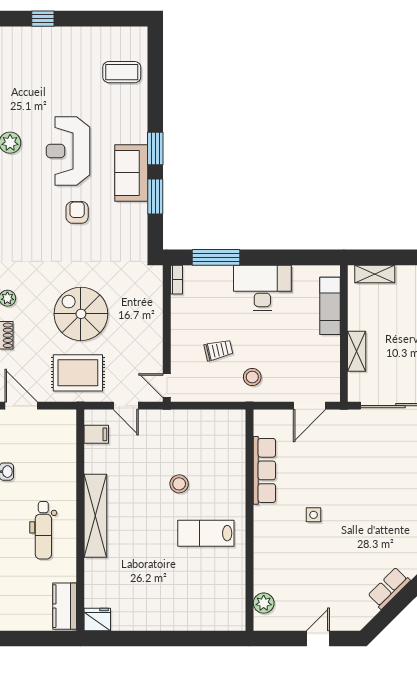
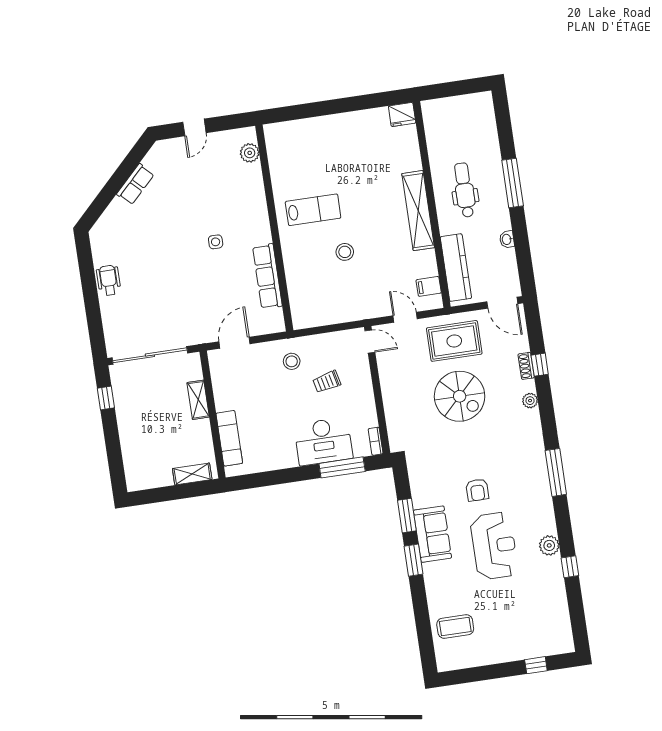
desk: (262, 288) -> (323, 441), moved
kitchen counter: (65, 606) -> (456, 268), moved, width x1.50

